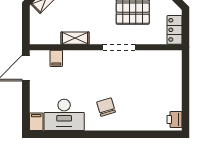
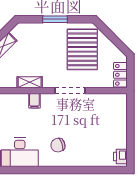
filing cabinet: (56, 58) -> (34, 101), moved
chair: (106, 107) -> (58, 145), turned -92

